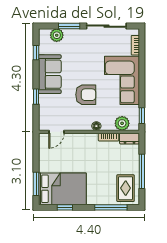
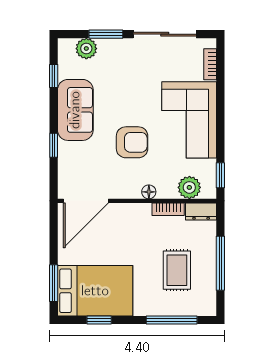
door: (56, 132) -> (86, 201), width x1.87
rug: (126, 188) -> (177, 270), moved

